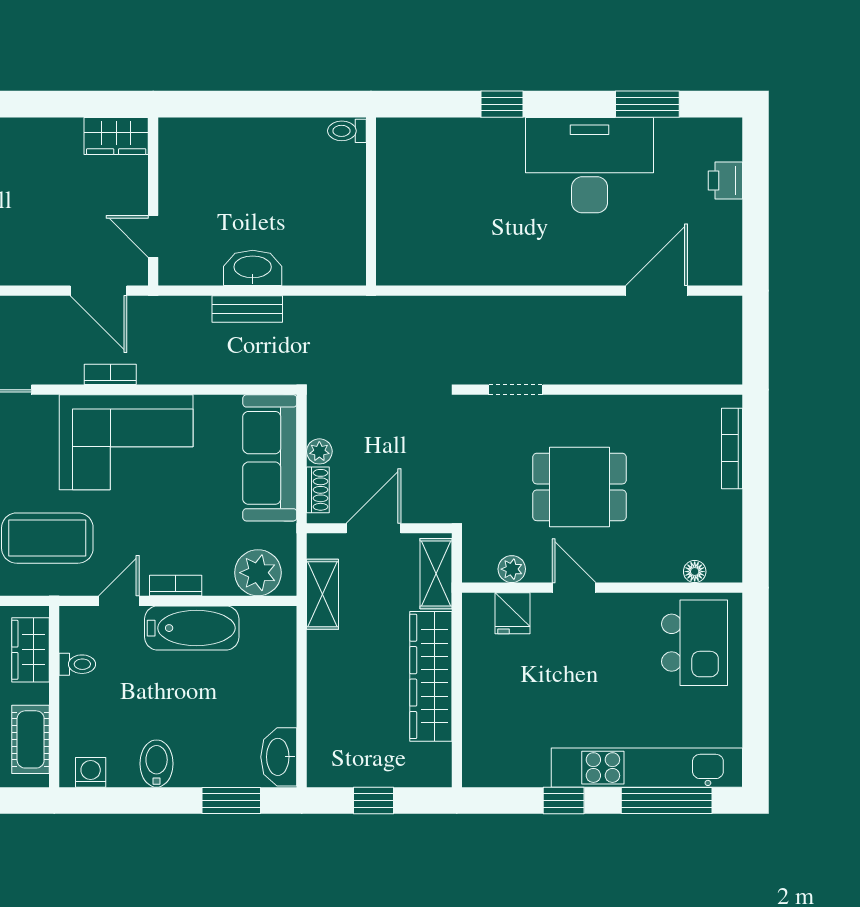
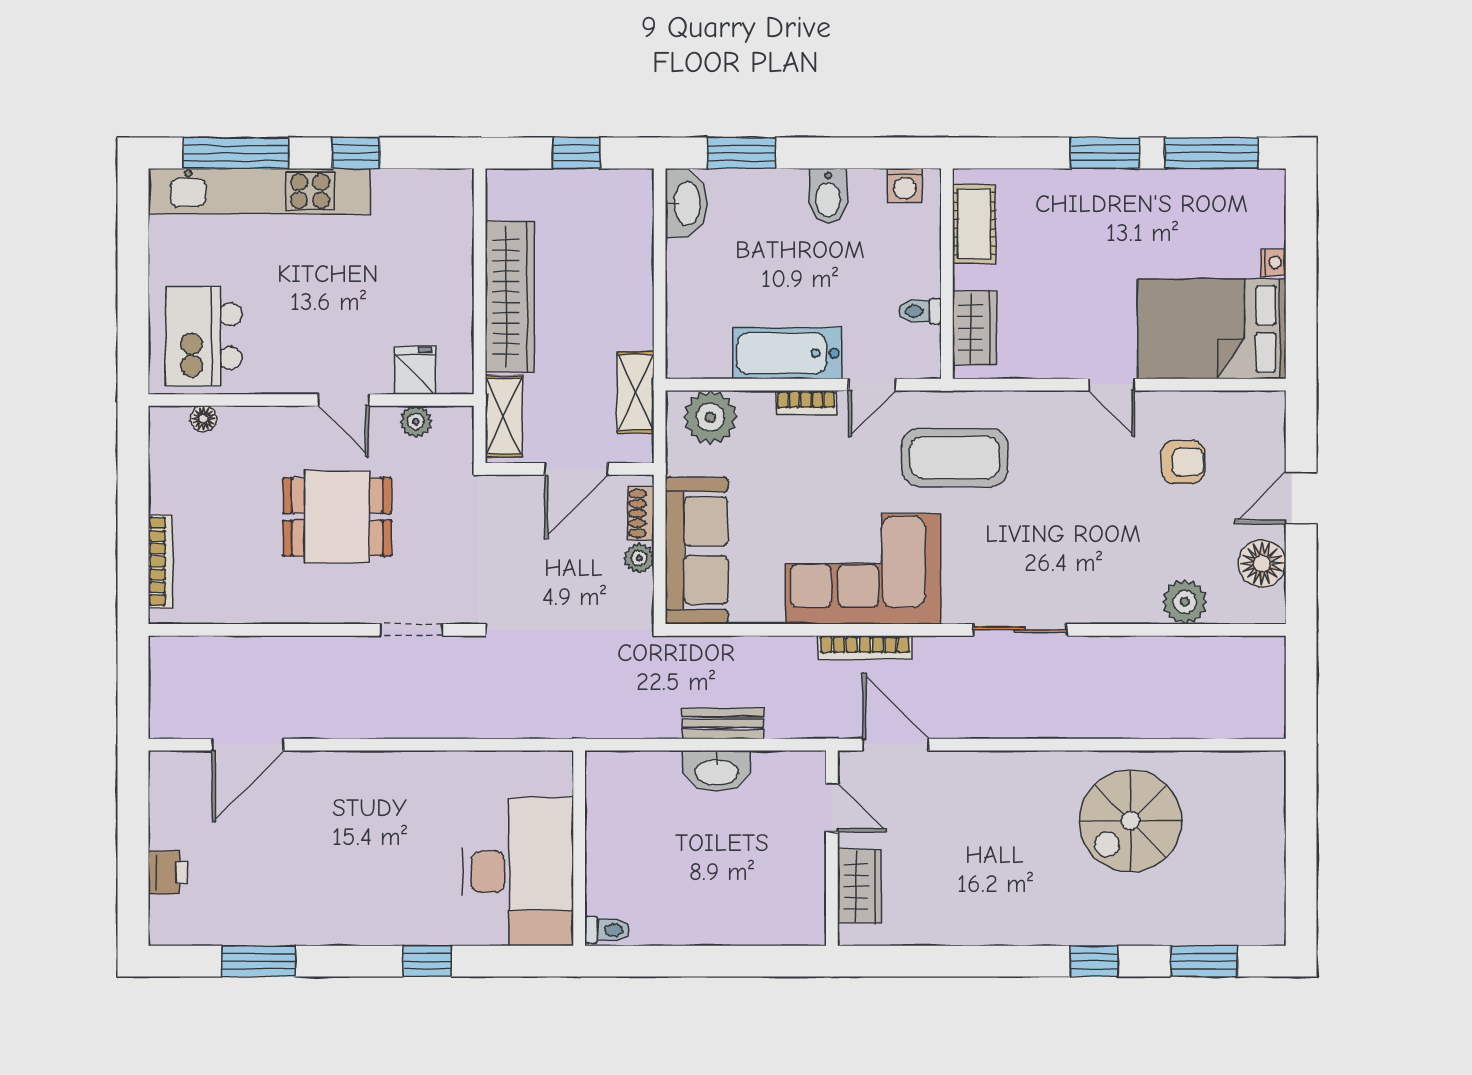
wardrobe: (116, 136) -> (859, 886), moved, turned 90
desk: (590, 165) -> (518, 872), moved, turned -90
bookcase: (110, 374) -> (865, 648), width x1.56

